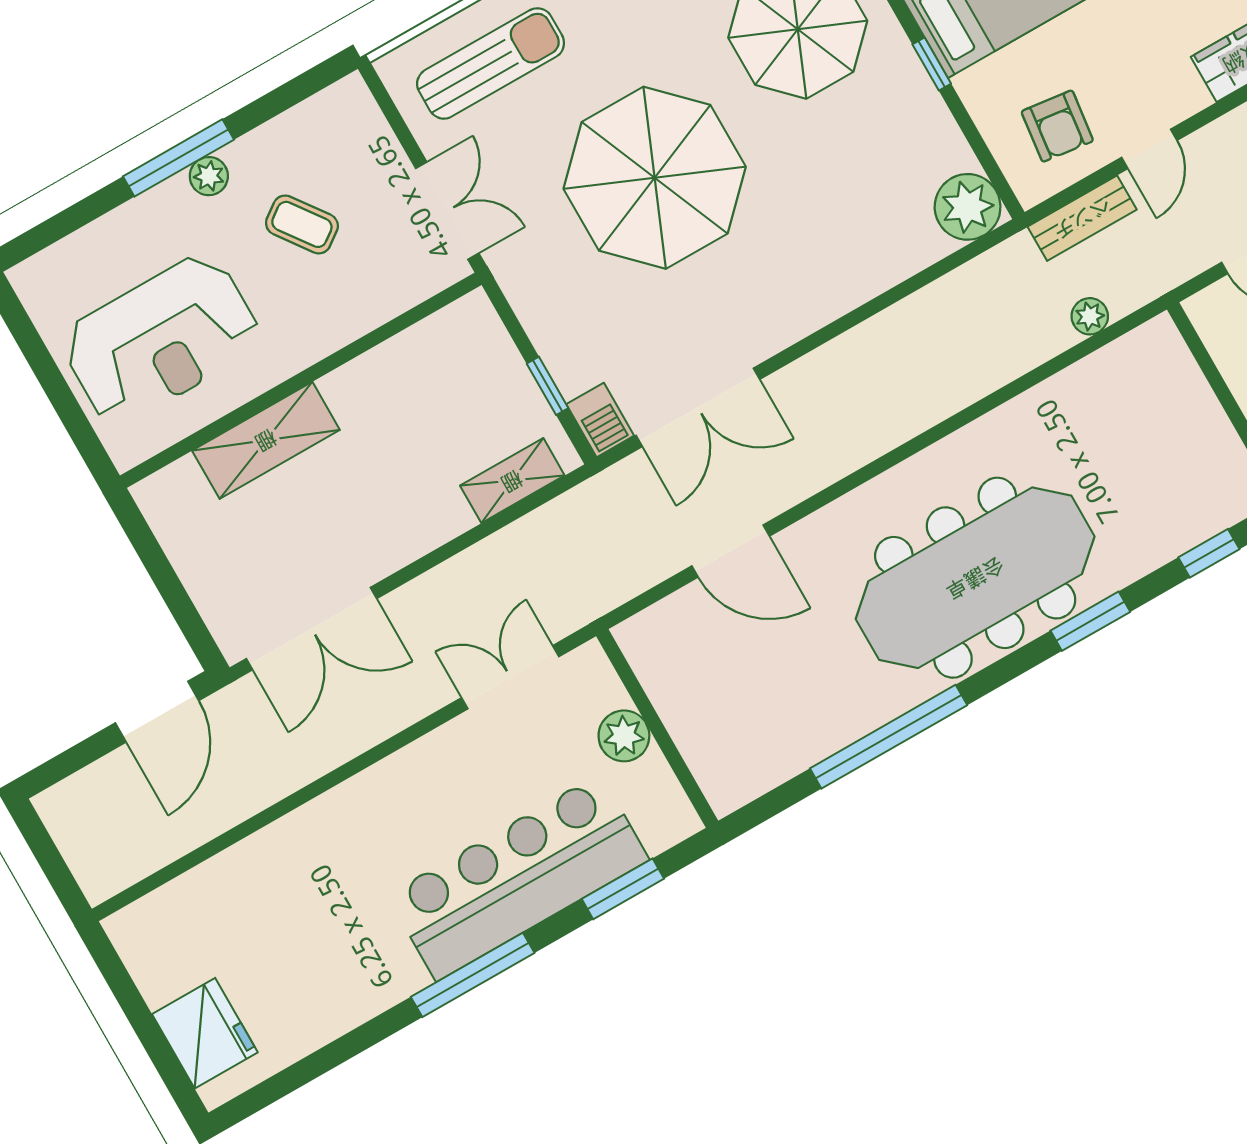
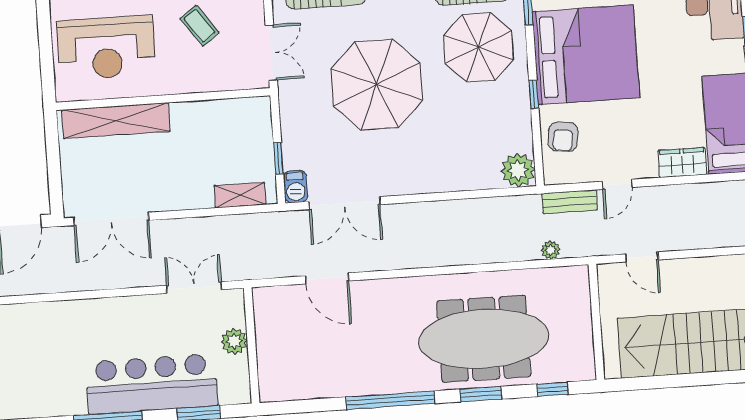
armchair: (1057, 126) -> (563, 137), moved
shelving: (266, 440) -> (116, 121), width x1.47
meeting table: (975, 578) -> (484, 339), moved
window: (889, 737) -> (390, 400), moved

